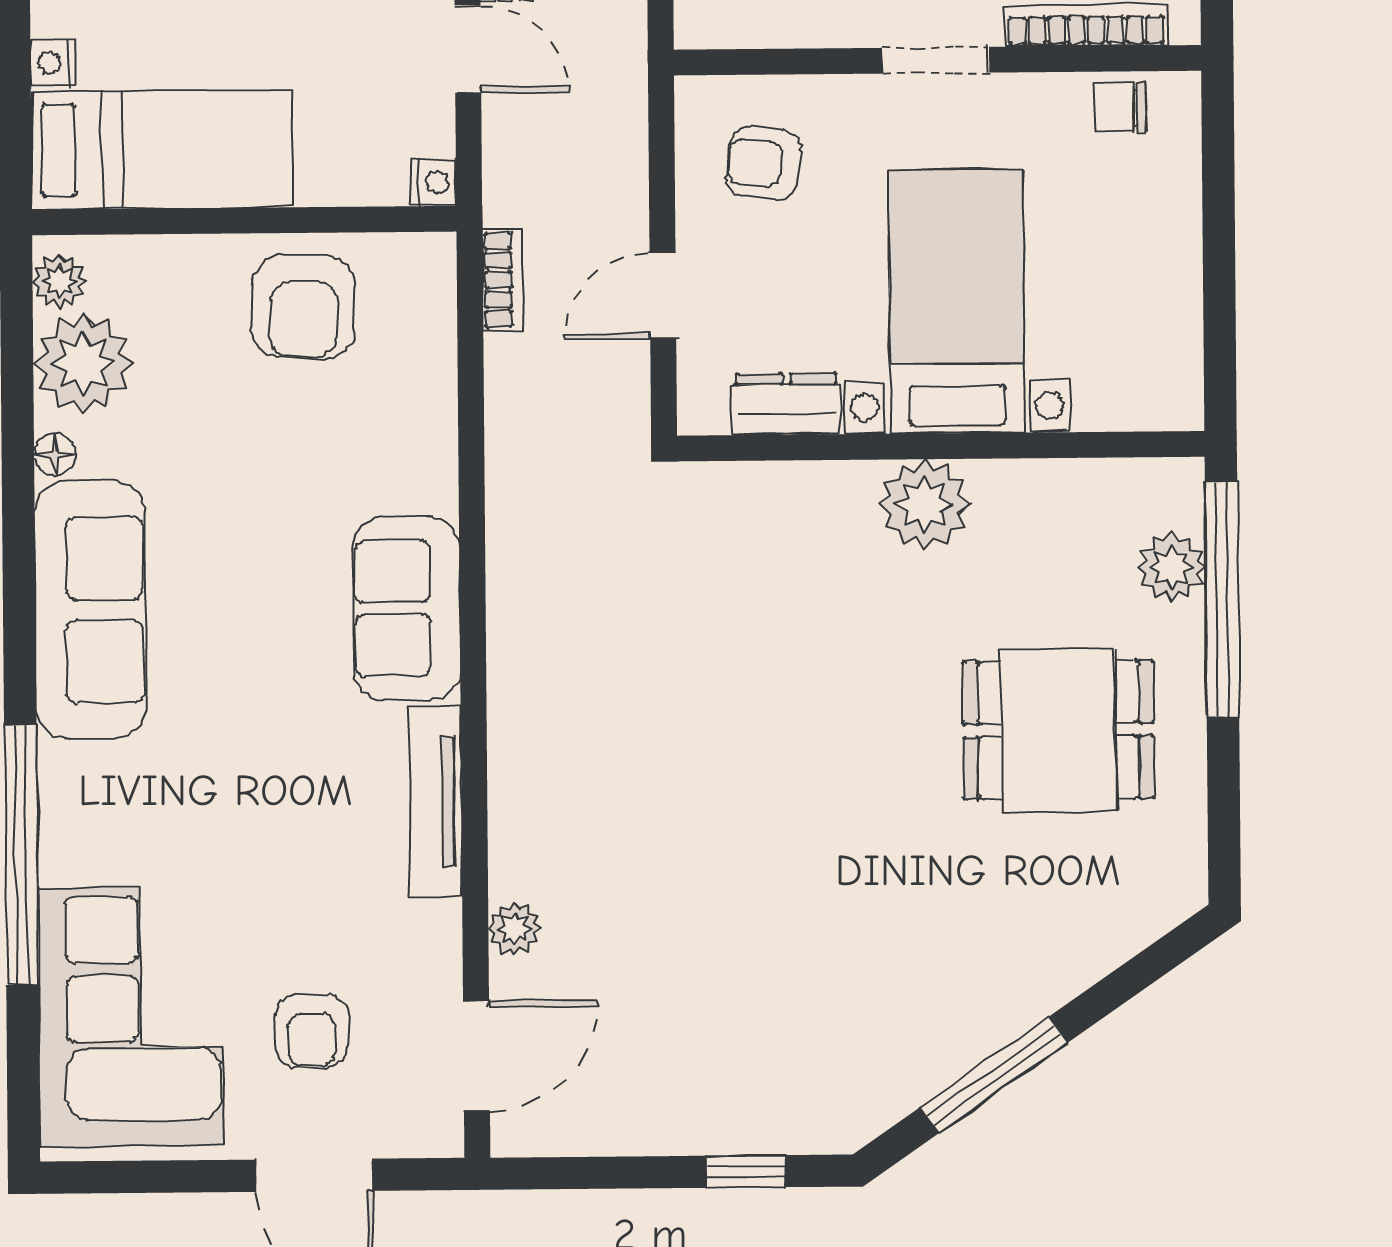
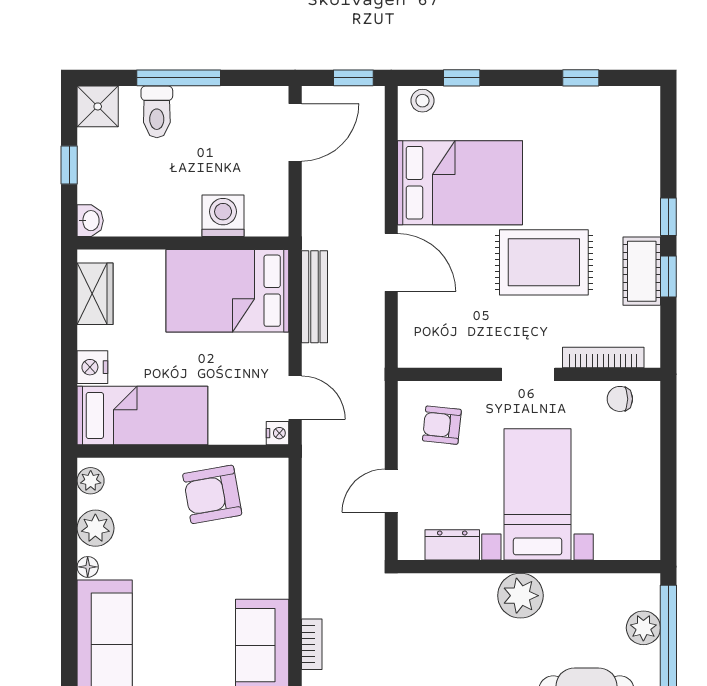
door: (468, 49) -> (295, 398), moved
nightstand: (53, 63) -> (92, 367), width x1.39, depth x1.35
bookcase: (503, 280) -> (312, 644), moved
armchair: (304, 307) -> (212, 494), turned 78
plant: (83, 363) -> (95, 528), width x0.73, depth x0.73

